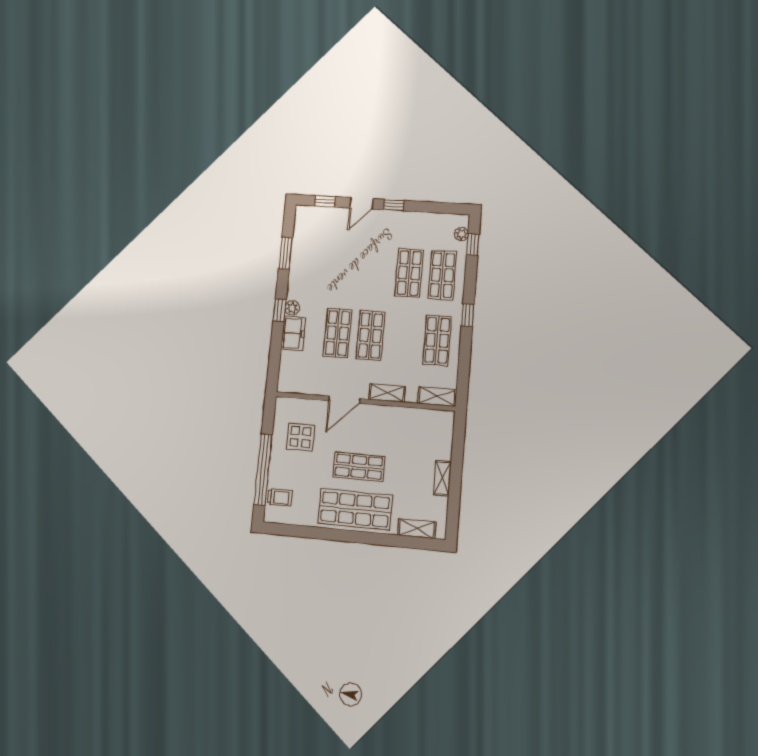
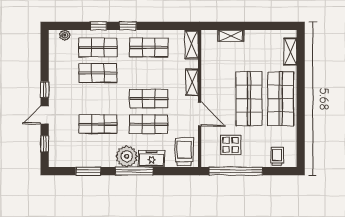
door: (361, 203) -> (45, 115), swing flipped
window: (473, 245) -> (98, 26), moved
shop shelf: (344, 269) -> (98, 124), added
plant: (292, 308) -> (127, 156), width x1.87, depth x1.87
window: (280, 310) -> (134, 171), width x2.17
trolley: (298, 376) -> (184, 152), added
shop shelf: (359, 467) -> (249, 99), width x1.43, depth x1.36
window: (263, 470) -> (236, 171), moved
shelving: (442, 478) -> (231, 36), moved

